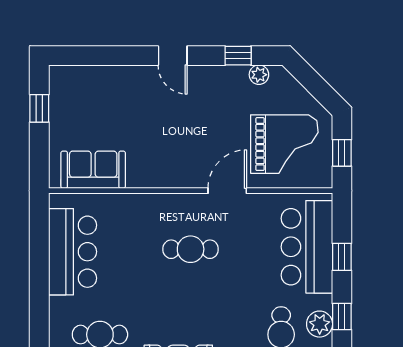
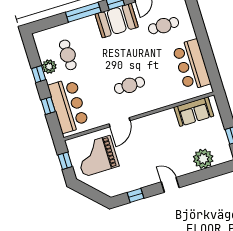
plant: (259, 75) -> (203, 159), moved, width x1.87, depth x1.87

